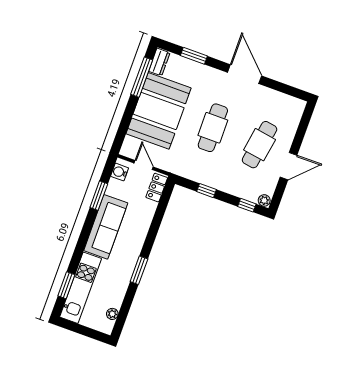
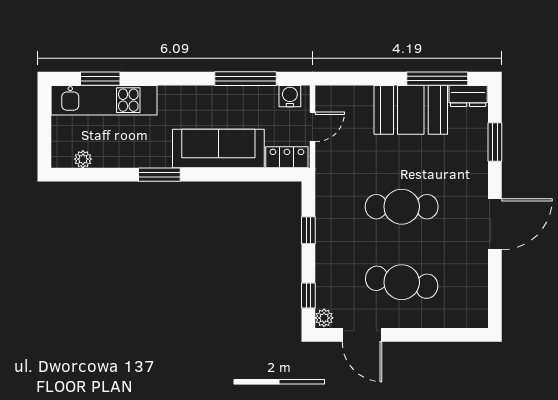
booth: (159, 111) -> (411, 110), width x0.73, depth x0.70
door: (289, 166) -> (362, 335), moved
window: (99, 196) -> (245, 79), width x1.44
sofa: (106, 227) -> (218, 148), moved, turned 180

